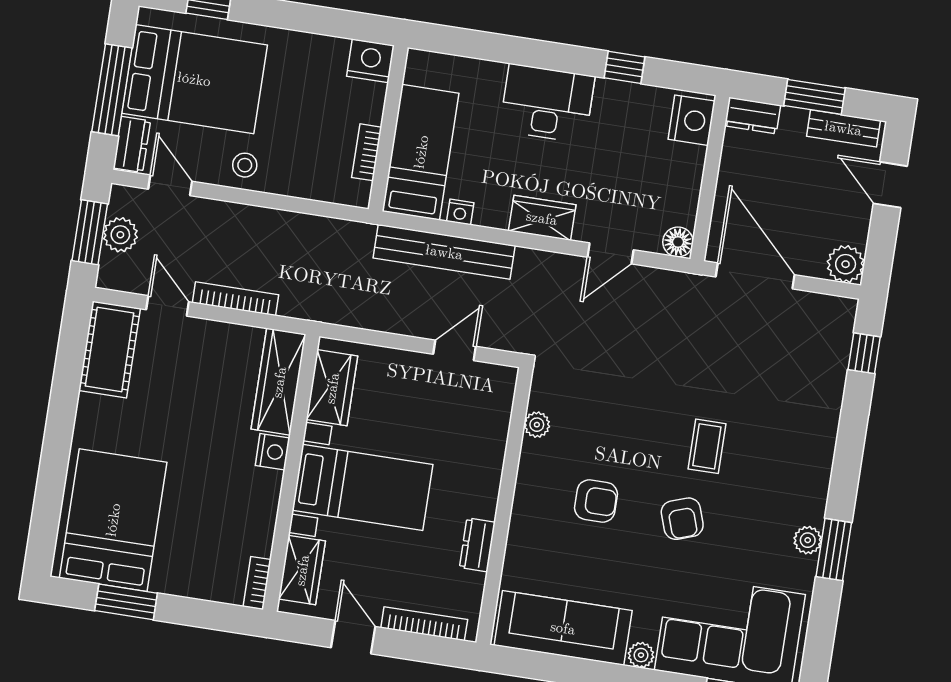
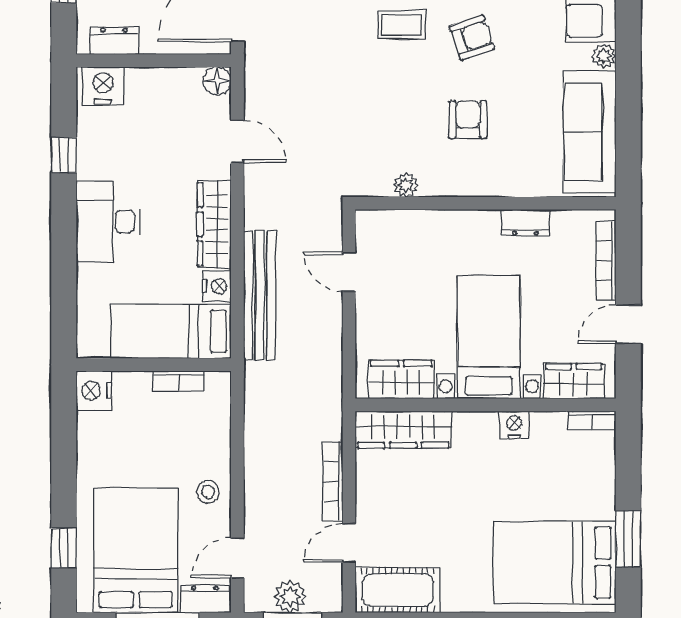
dresser: (753, 116) -> (114, 41), moved, turned -90
nightstand: (460, 212) -> (217, 286), width x1.39, depth x1.35
wardrobe: (542, 218) -> (214, 224), width x1.50
nightstand: (273, 452) -> (514, 425), moved

